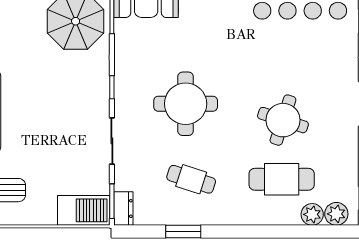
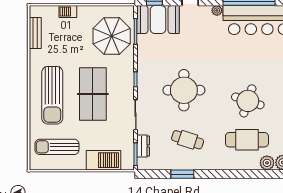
table tennis table: (47, 110) -> (93, 94), added
dresser: (123, 209) -> (143, 146), moved
barbecue: (84, 210) -> (103, 160), moved

